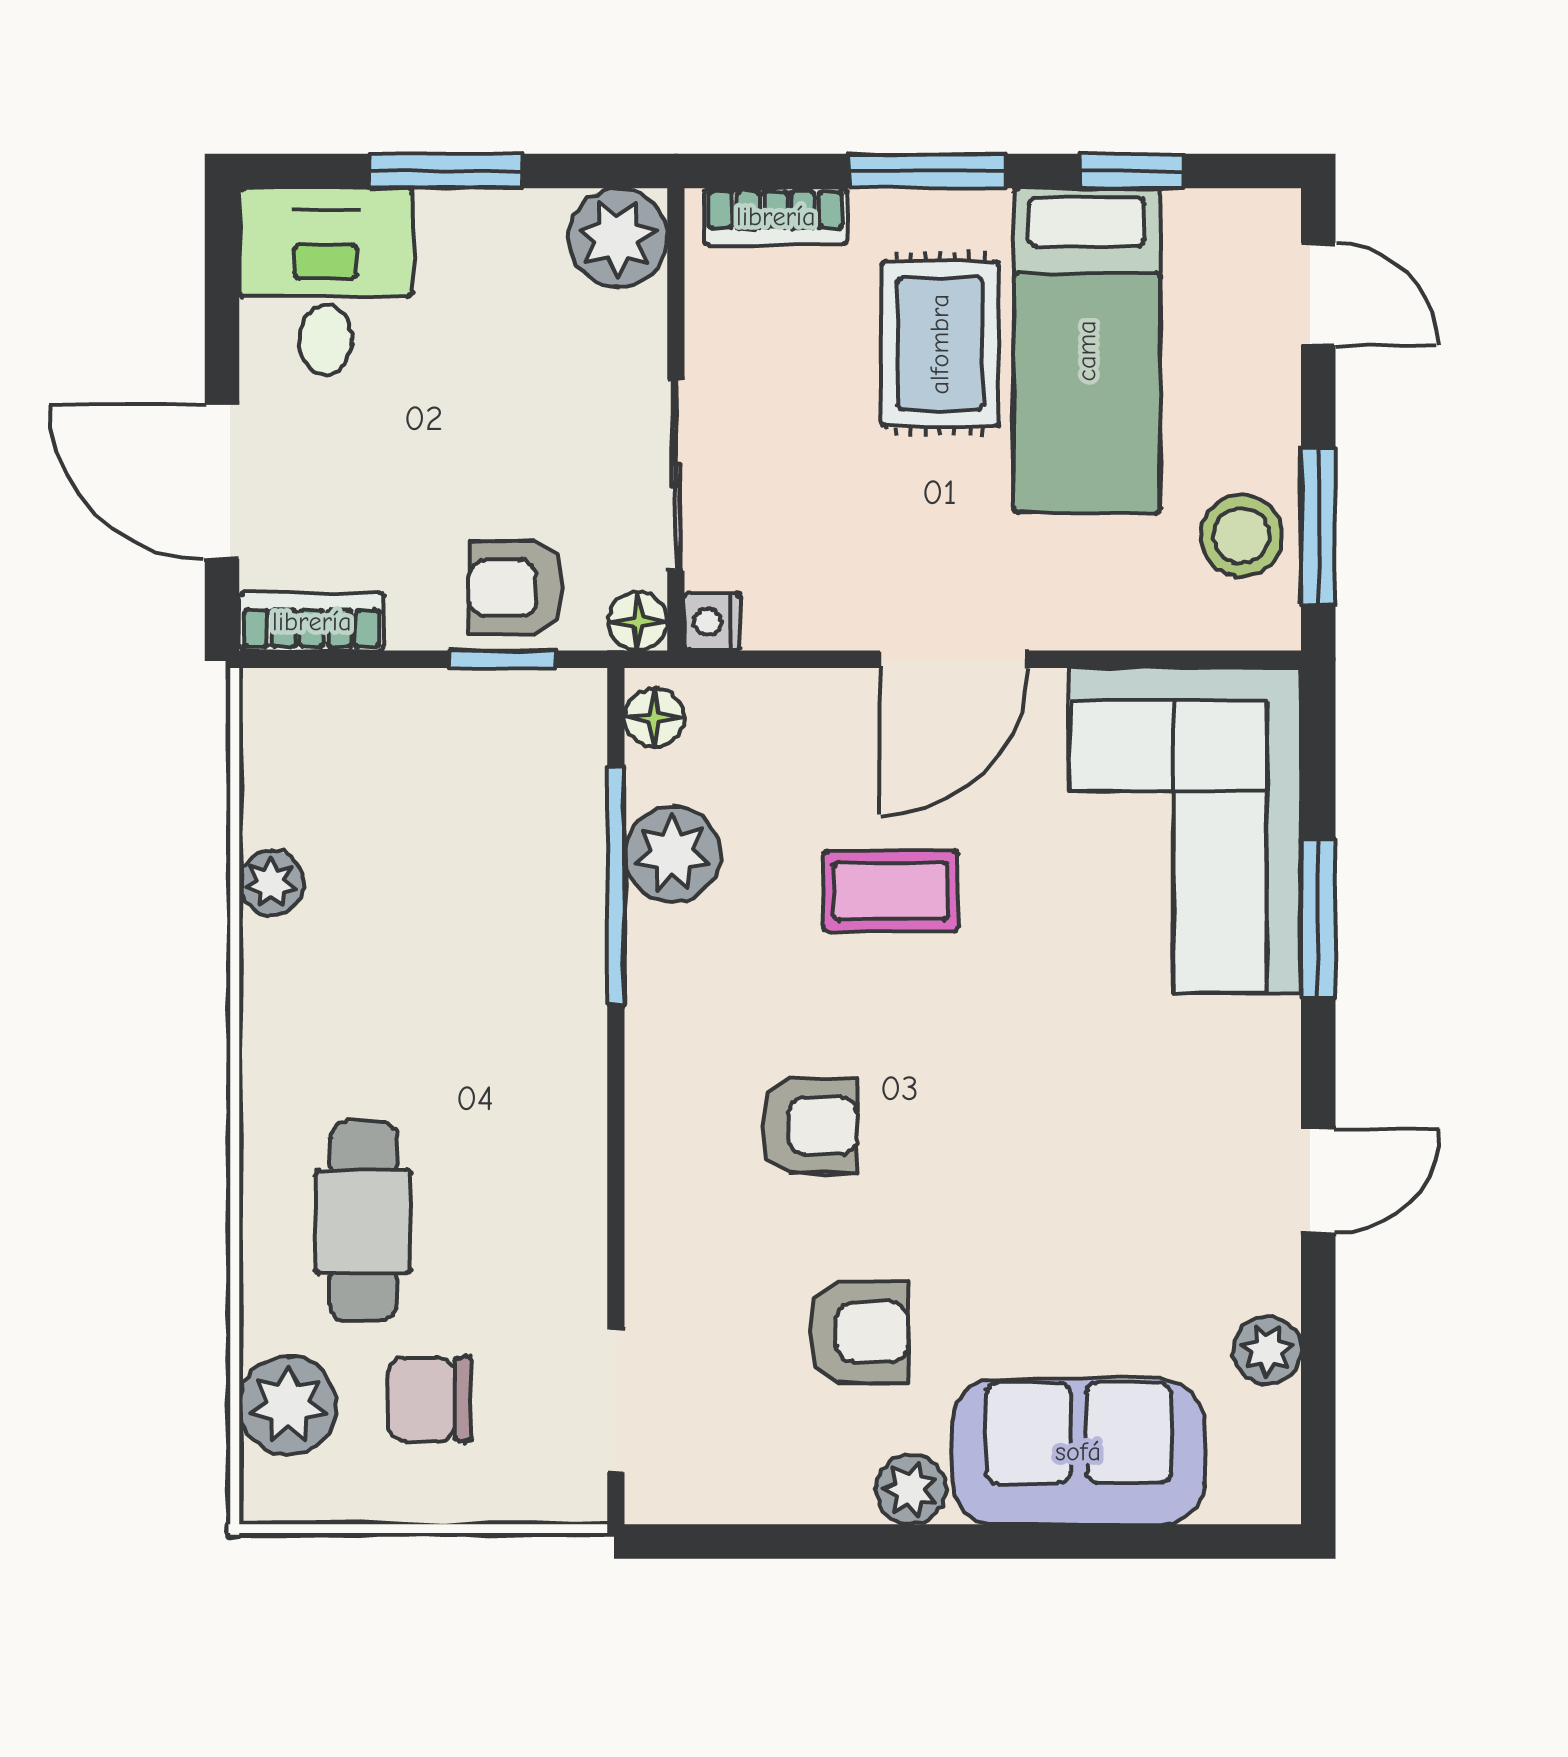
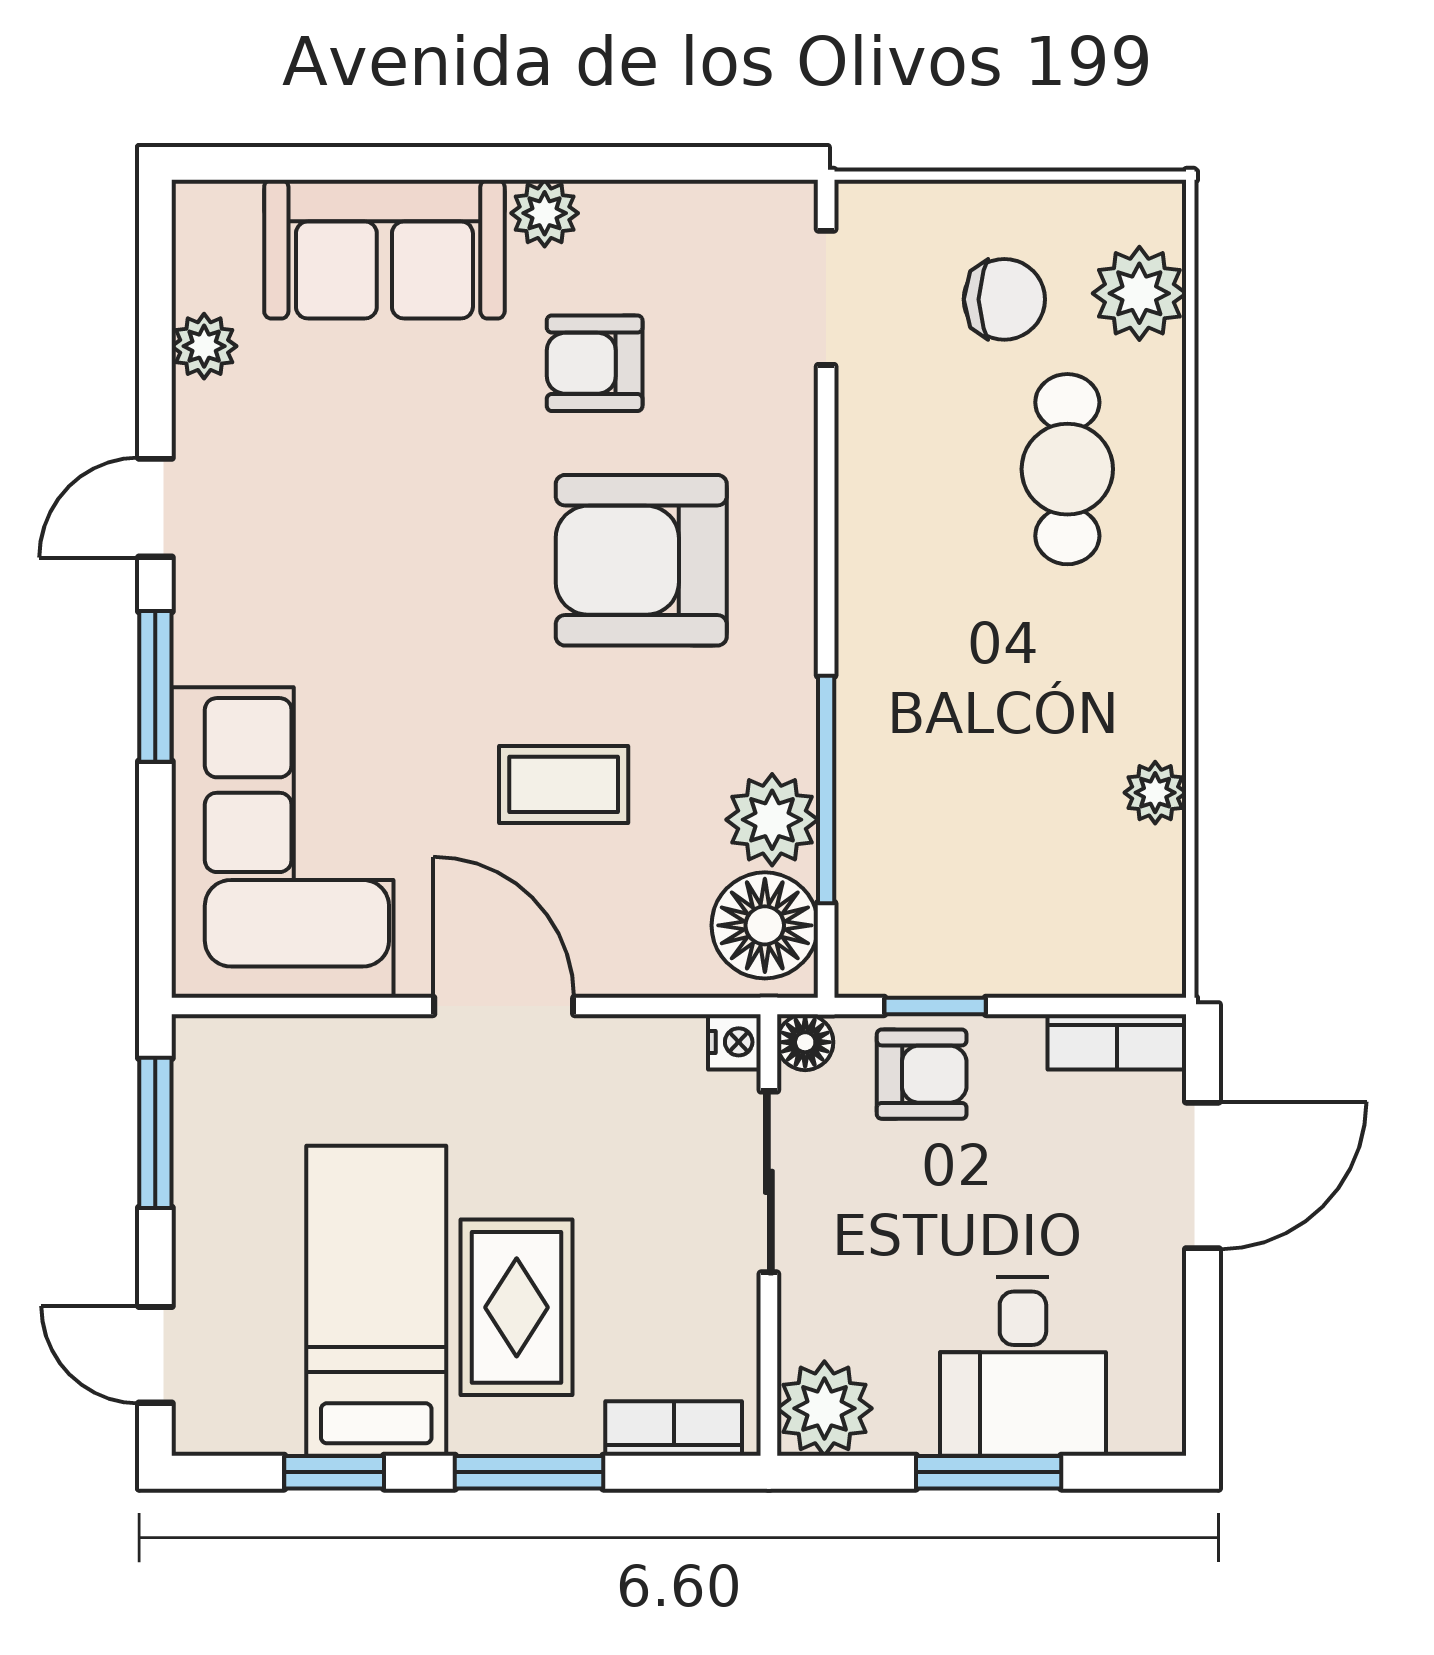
desk: (326, 282) -> (1023, 1367), moved
door: (222, 482) -> (1202, 1175), hinge flipped
stool: (1241, 536) -> (229, 1124), removed
door: (954, 659) -> (504, 1006), hinge flipped
floor lamp: (654, 717) -> (765, 925), width x1.89, depth x1.89
window: (1318, 918) -> (155, 686), moved
armchair: (810, 1126) -> (641, 560), width x1.88, depth x1.88

